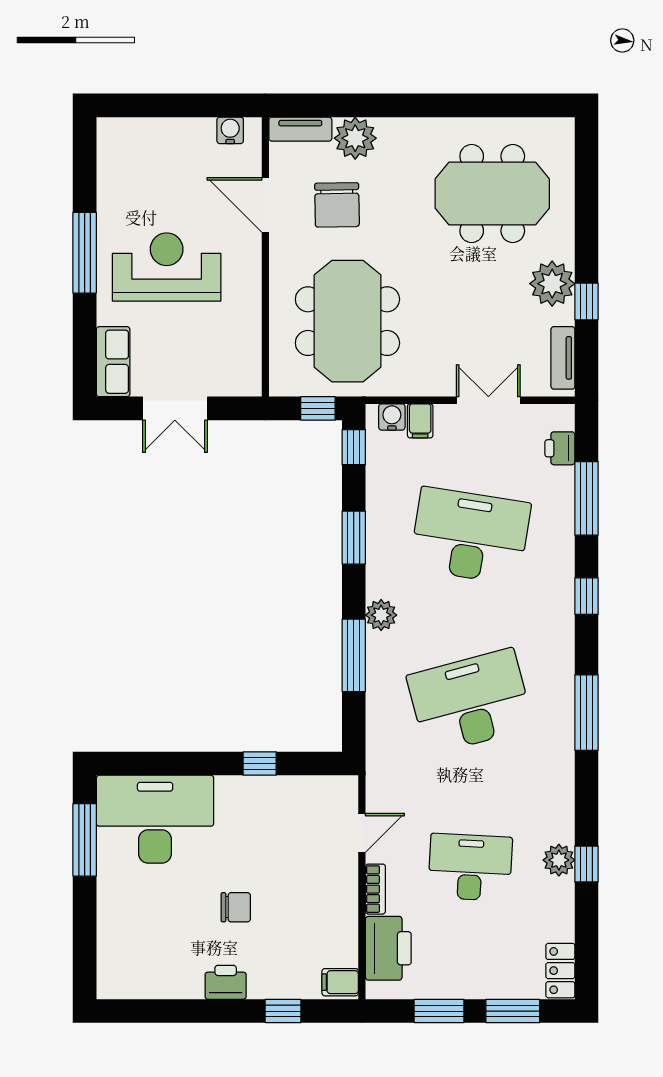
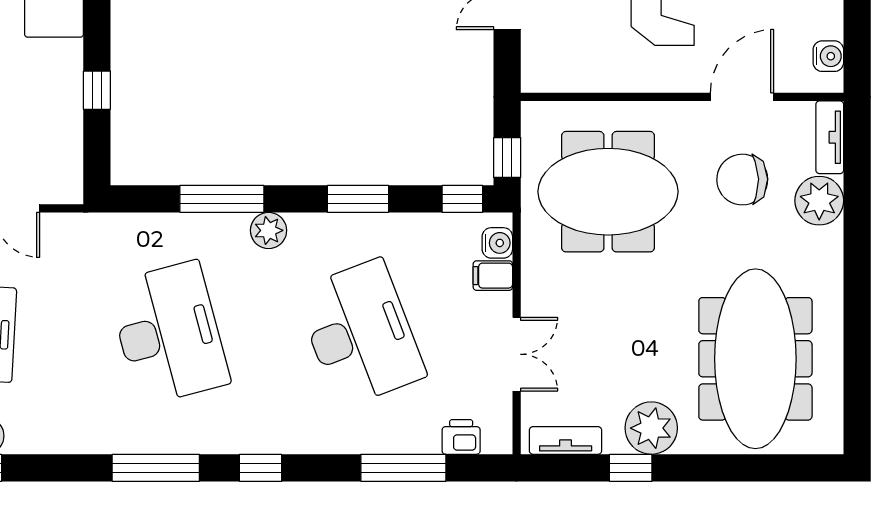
meeting table: (492, 194) -> (755, 359), width x1.36
desk: (470, 536) -> (360, 333), turned -30
window: (587, 596) -> (261, 468), moved

